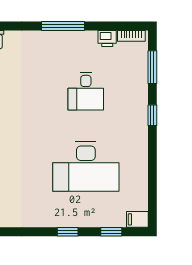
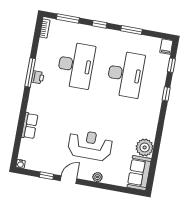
printer: (107, 39) -> (38, 77), moved
desk: (86, 91) -> (76, 65), width x1.87, depth x1.30
window: (152, 164) -> (131, 30), added

